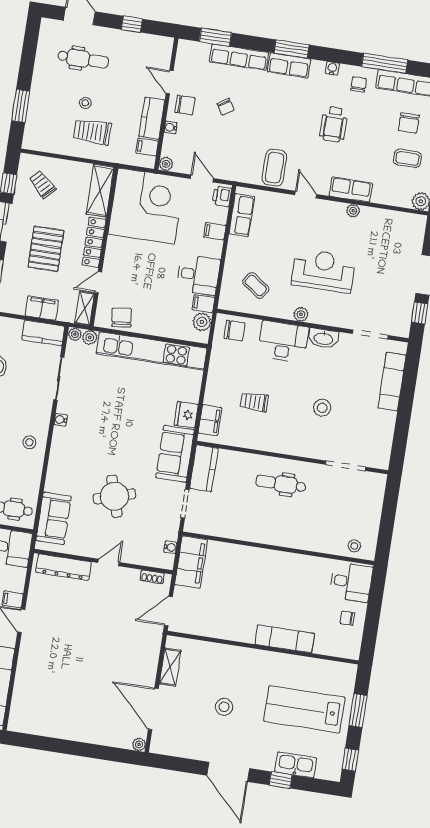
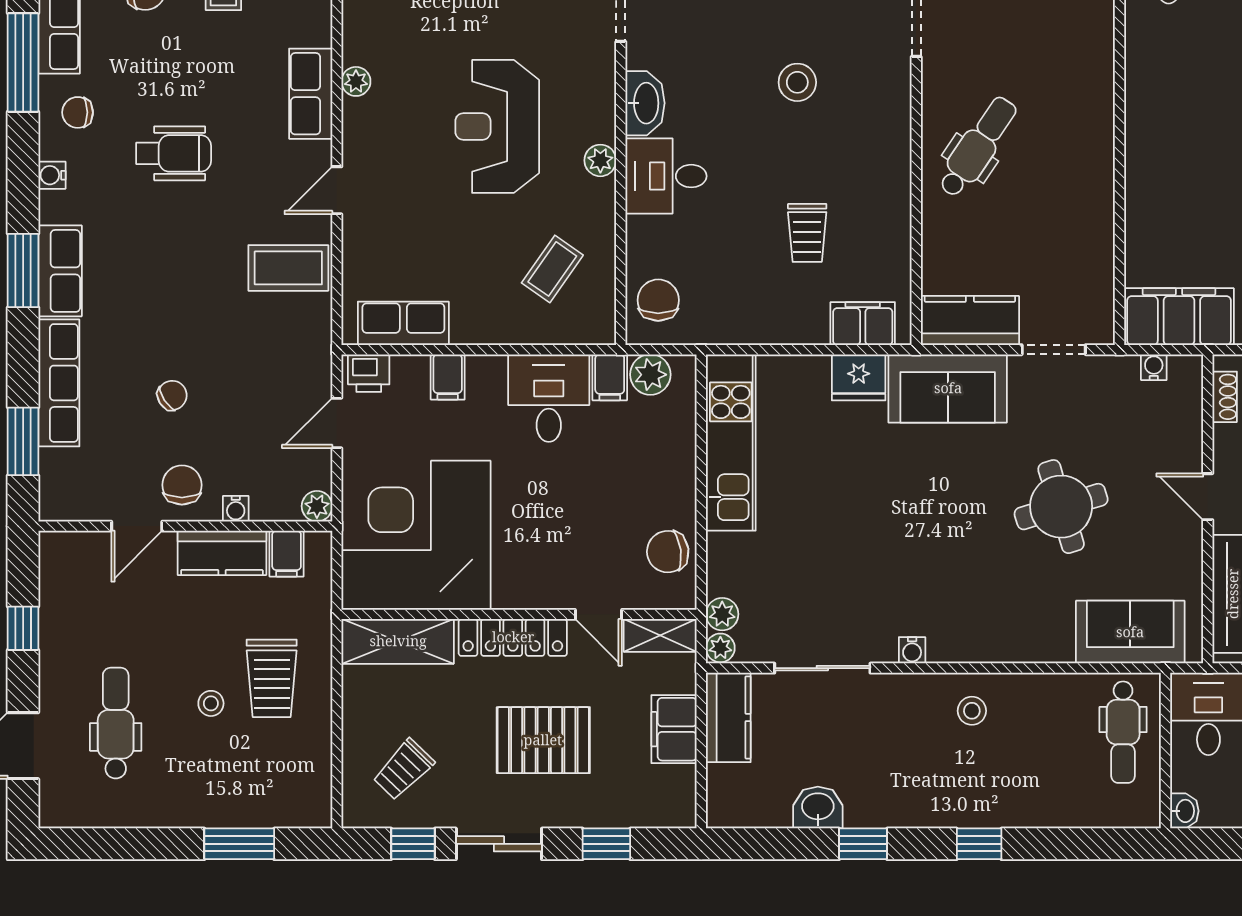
desk: (283, 342) -> (666, 176), width x0.73
kitchen unit: (152, 351) -> (731, 442), width x0.73
dental chair: (281, 484) -> (978, 147), turned -146

